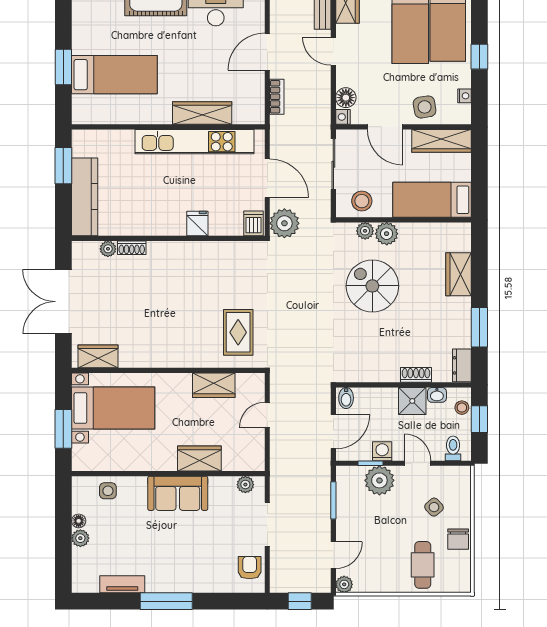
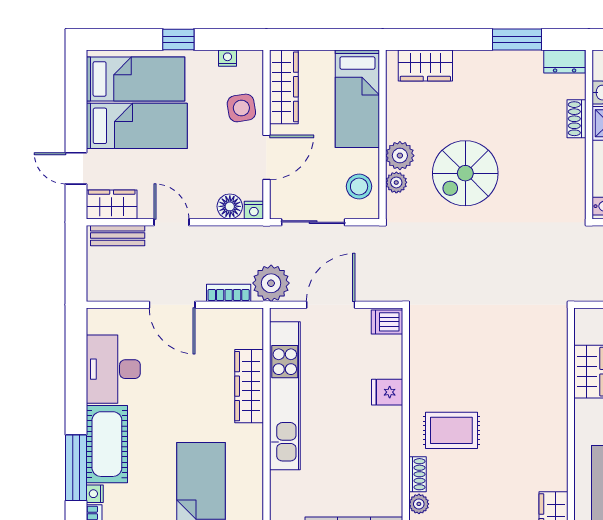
door: (333, 51) -> (172, 222), swing flipped
plant: (284, 223) -> (271, 283), moved
wardrobe: (459, 274) -> (425, 66), moved
rug: (238, 332) -> (451, 430), moved

